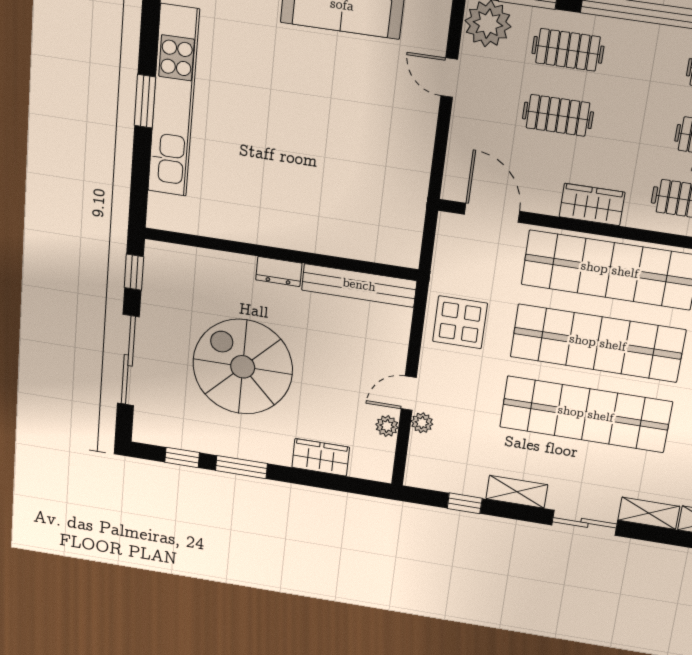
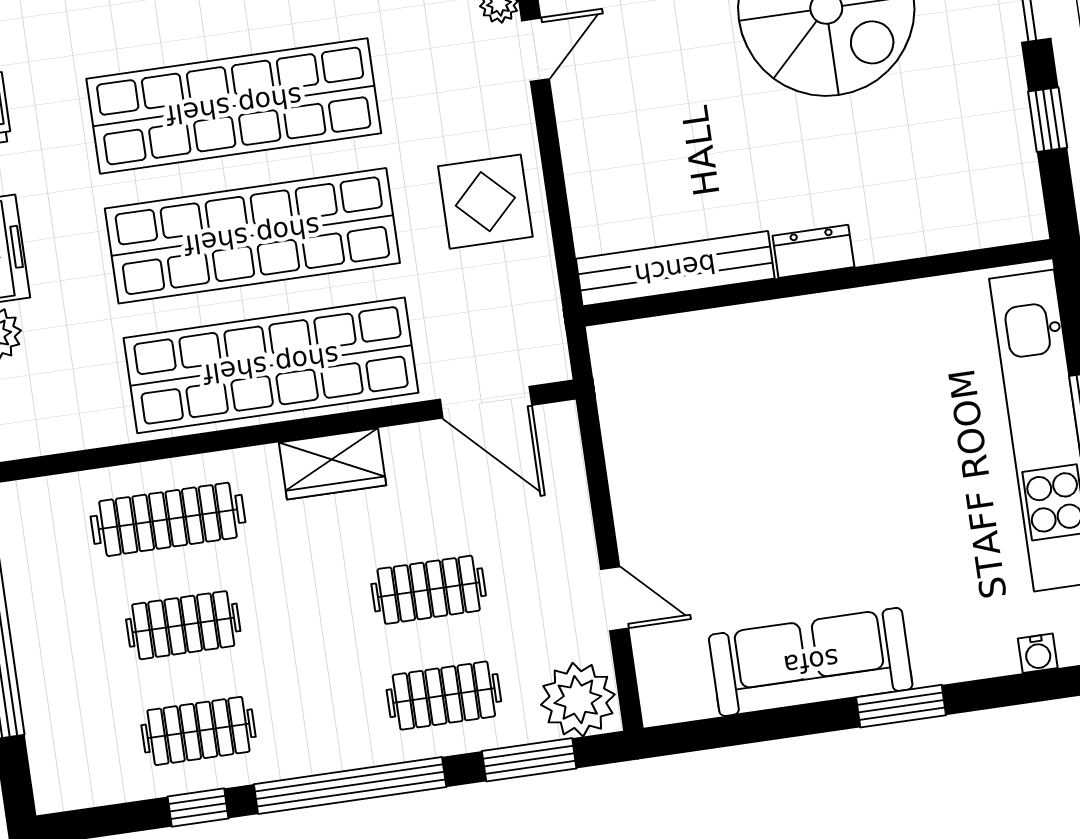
wall: (281, 254) -> (818, 283), moved
dresser: (279, 272) -> (813, 251), moved
bench: (359, 285) -> (675, 269), moved

